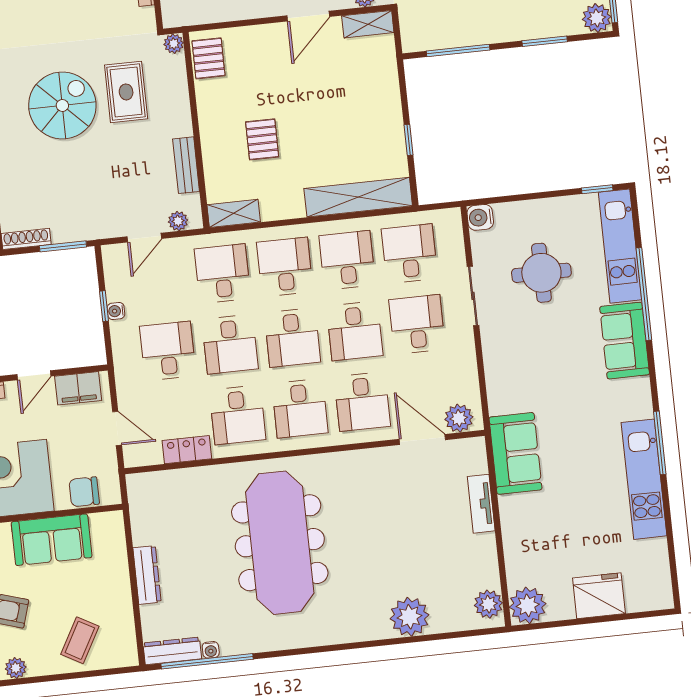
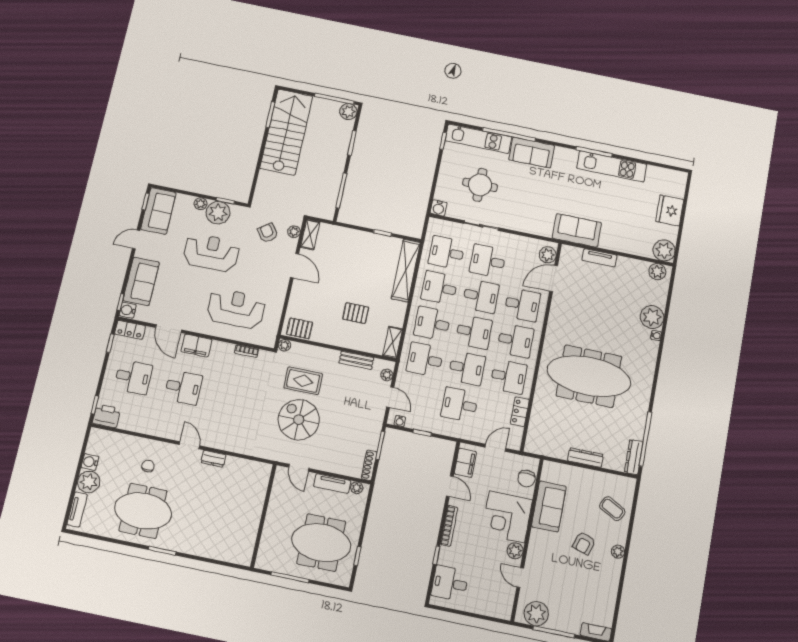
water cooler: (116, 311) -> (400, 421), moved
water cooler: (211, 650) -> (656, 336), moved

